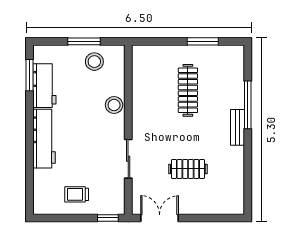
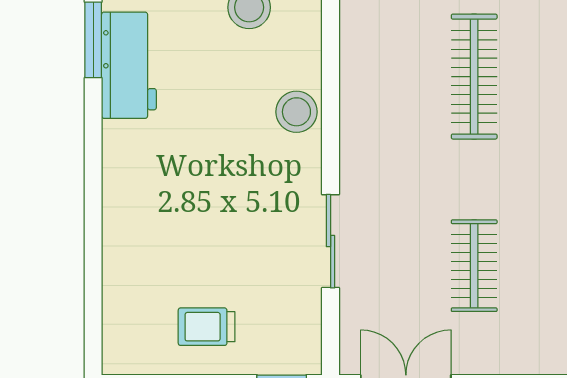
workbench: (44, 139) -> (128, 193), removed
clothes rail: (188, 169) -> (474, 266), turned 90

